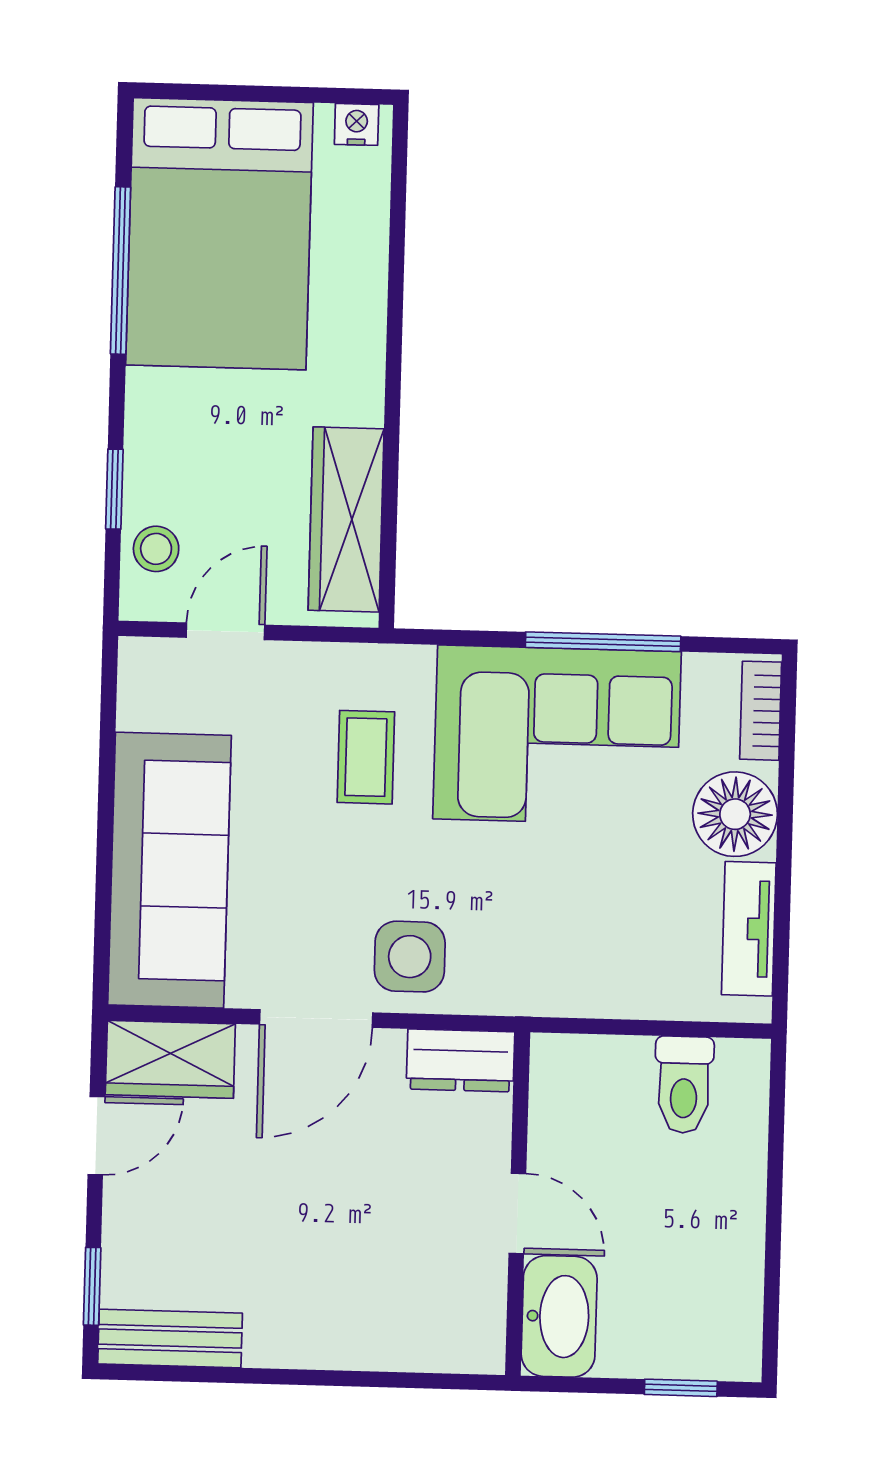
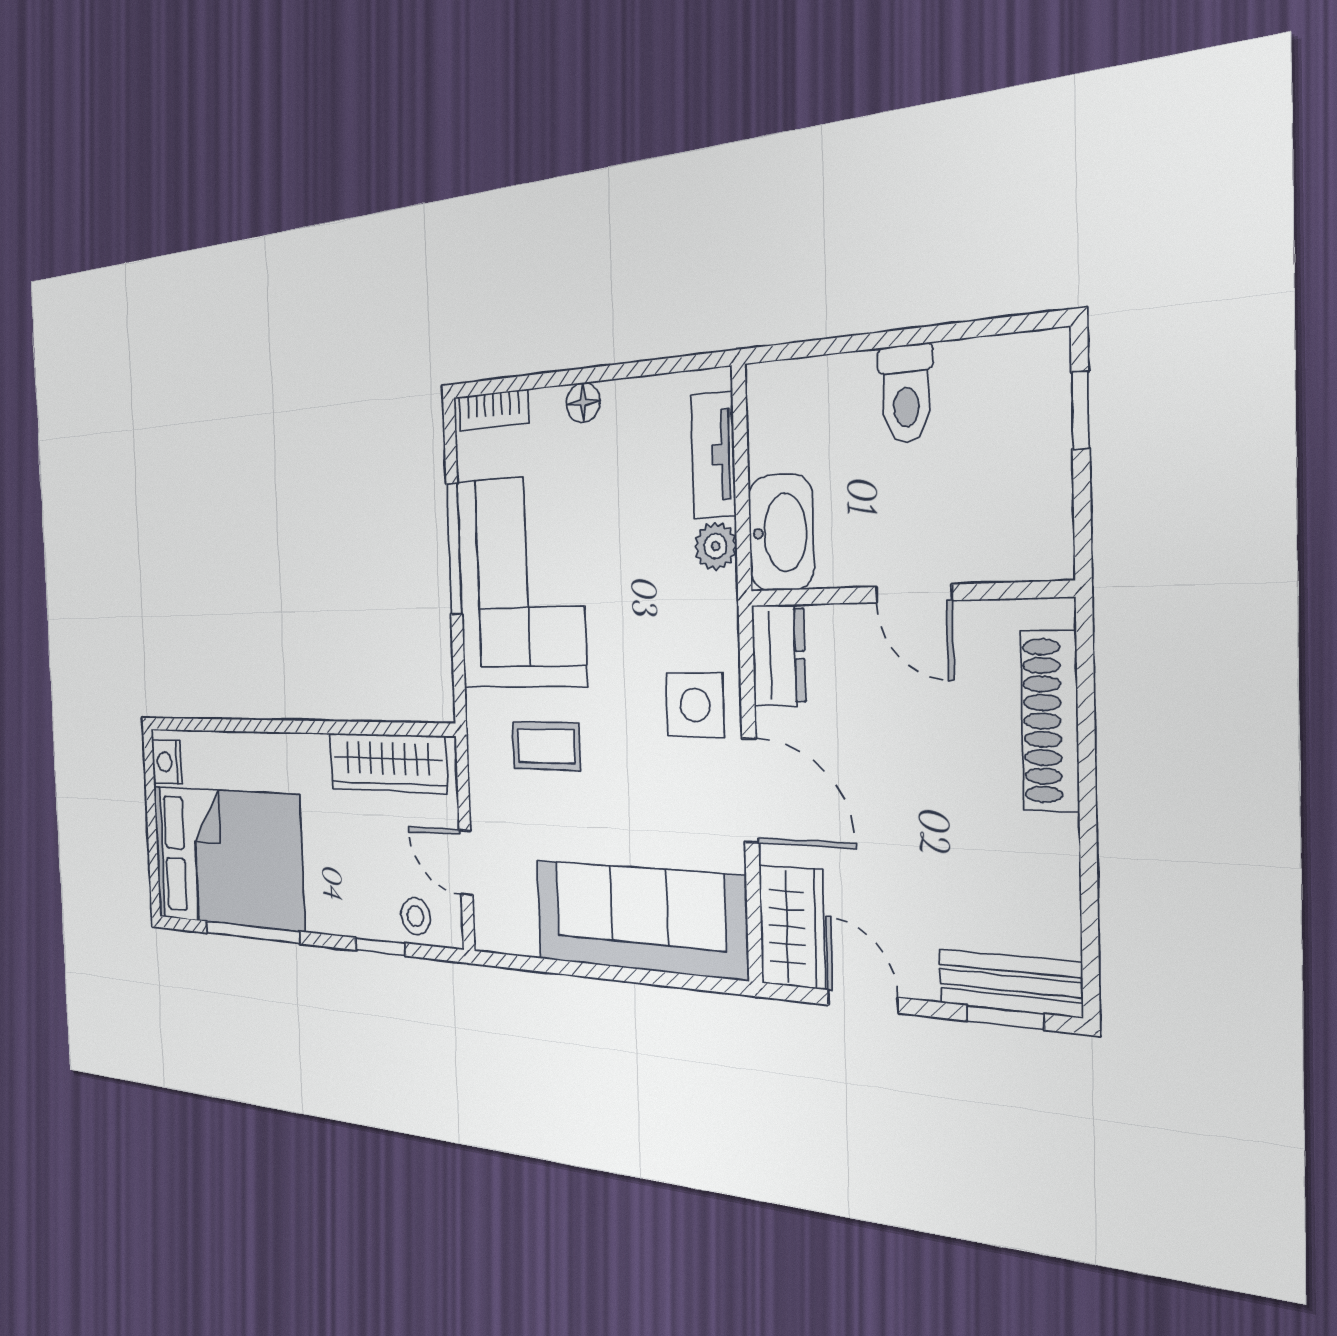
nightstand: (357, 124) -> (167, 762), width x1.39, depth x1.35
floor lamp: (735, 814) -> (583, 403), width x0.53, depth x0.53
tv unit: (749, 929) -> (713, 455), moved, turned 90
plant: (581, 992) -> (715, 546), added
toilet: (684, 1085) -> (906, 394), moved, turned 90
door: (517, 1214) -> (914, 593), swing flipped
washbasin: (559, 1316) -> (781, 533), moved, turned 90
bench: (170, 1338) -> (1010, 983), moved, turned 90
shoe rack: (387, 1345) -> (1050, 721), added

